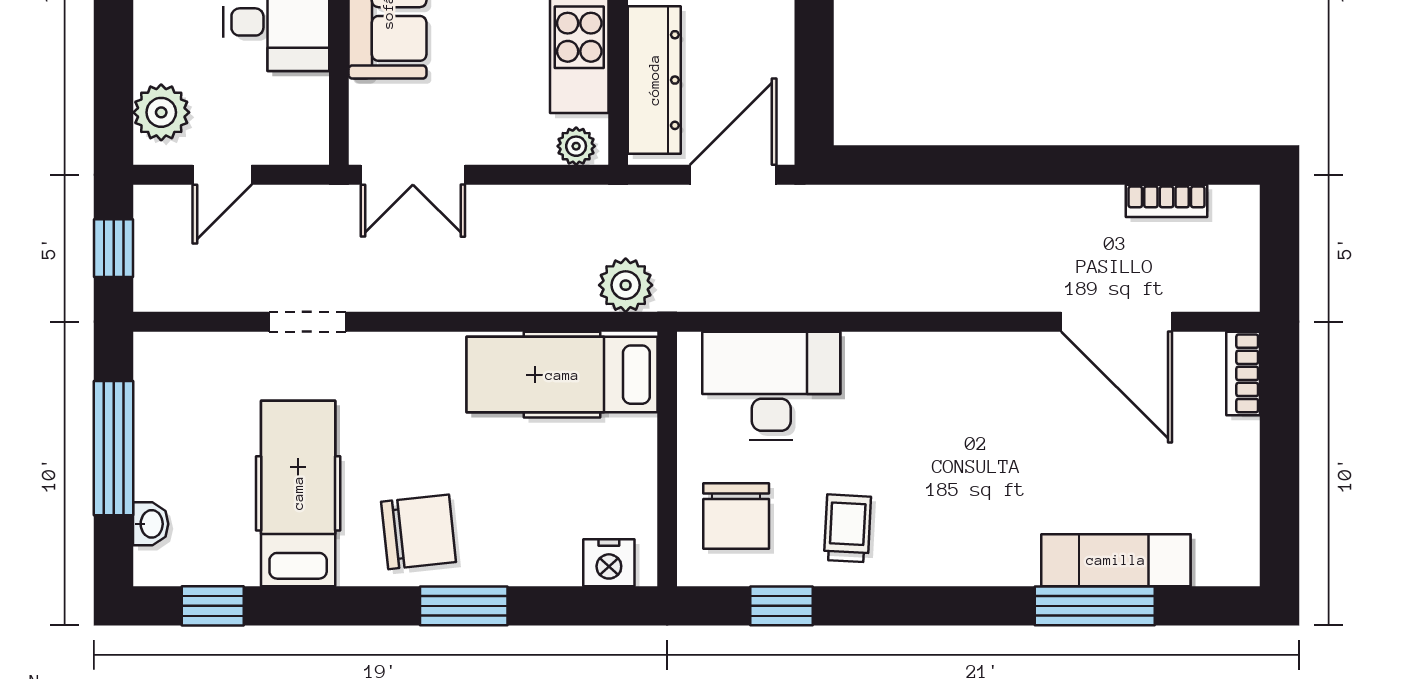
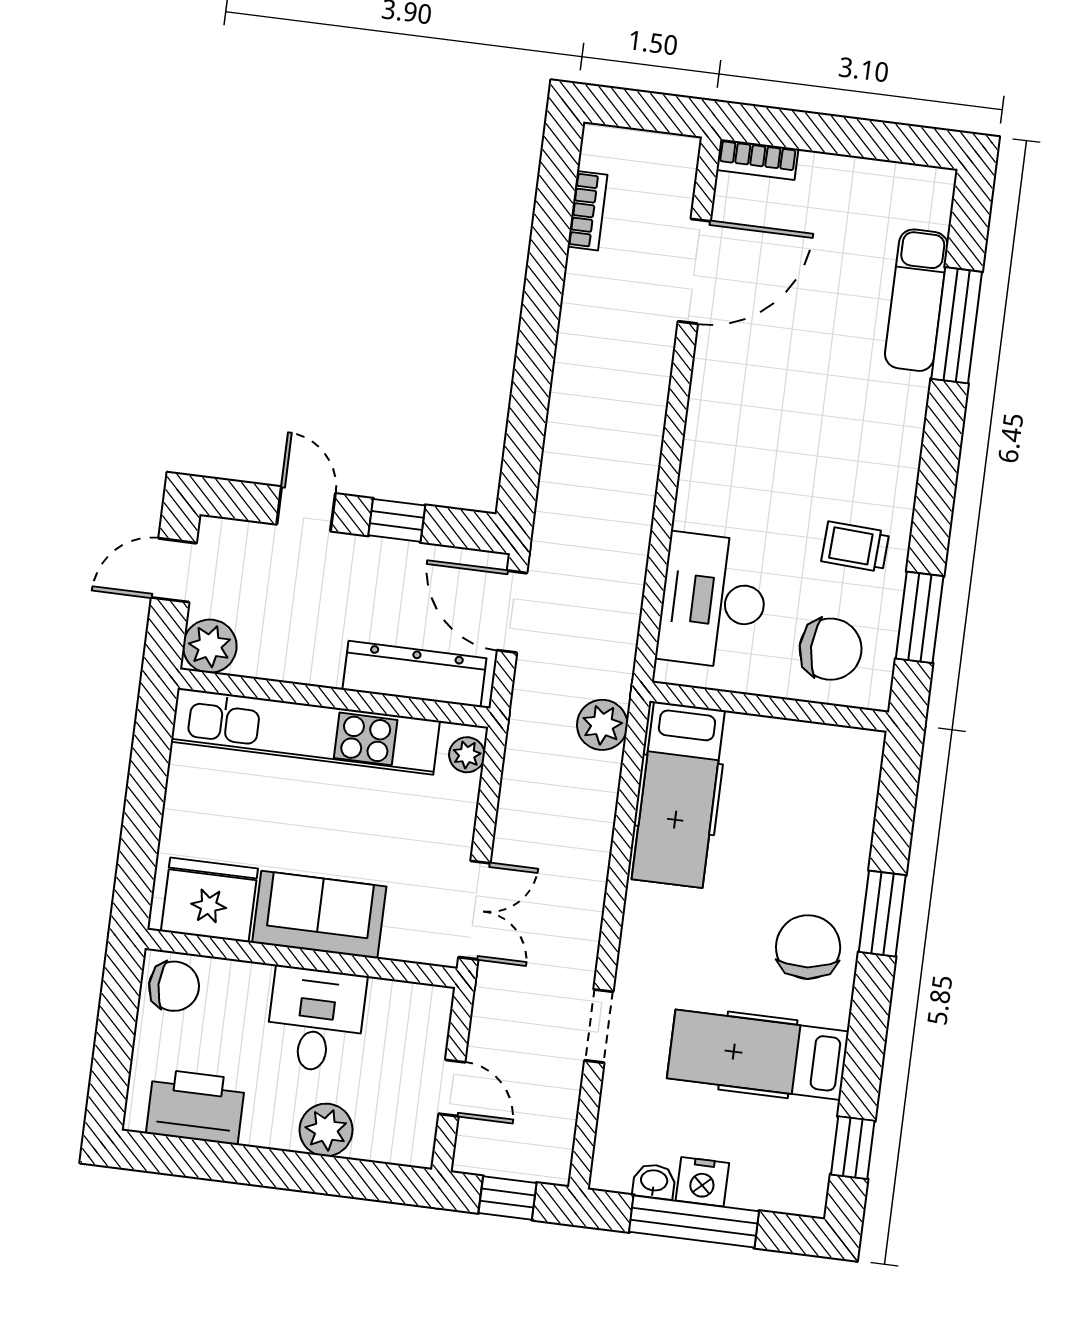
window: (814, 41) -> (397, 520), added
plant: (161, 112) -> (326, 1130), moved
washbasin: (151, 524) -> (654, 1181), moved
nightstand: (609, 563) -> (702, 1182), moved, turned 90
window: (781, 606) -> (920, 617), width x1.50

